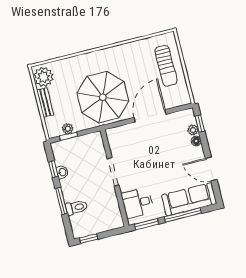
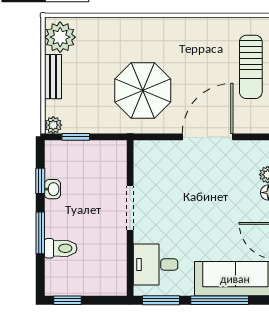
parasol: (103, 97) -> (143, 91), width x0.73, depth x0.73
plant: (68, 129) -> (53, 125), moved

